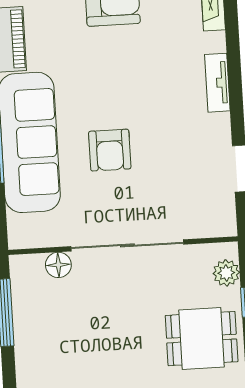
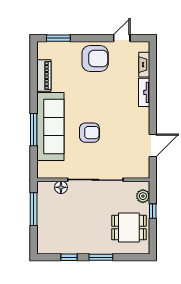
tv unit: (217, 83) -> (144, 92), moved
armchair: (110, 150) -> (89, 133), turned -90

